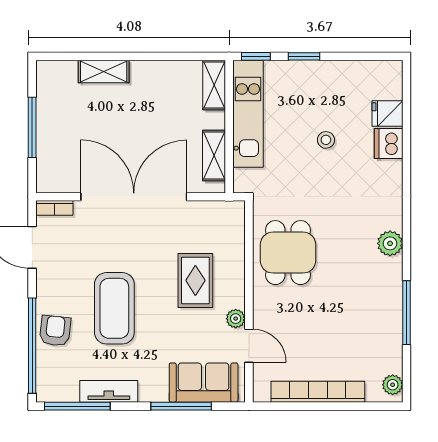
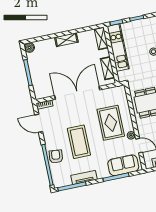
boiler: (47, 71) -> (29, 47), added
shelving: (104, 71) -> (66, 40), moved
rug: (195, 280) -> (111, 123), width x1.36, depth x1.43

